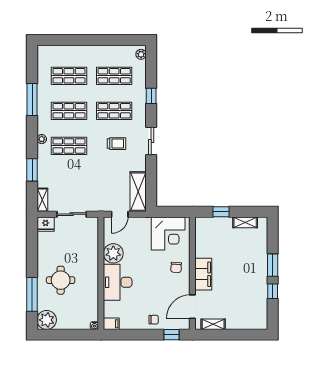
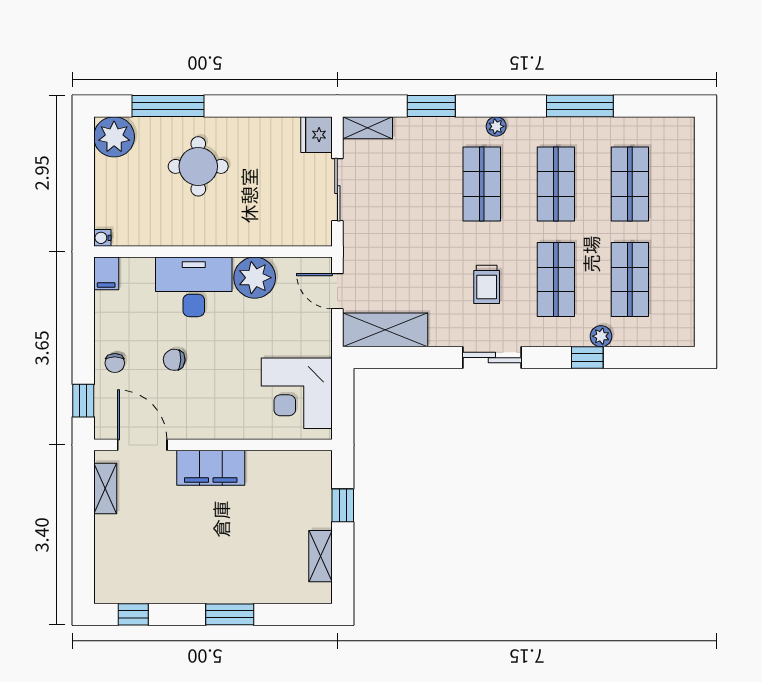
plant: (141, 54) -> (601, 336), moved
chair: (176, 267) -> (174, 360), moved
window: (273, 291) -> (133, 614), moved

